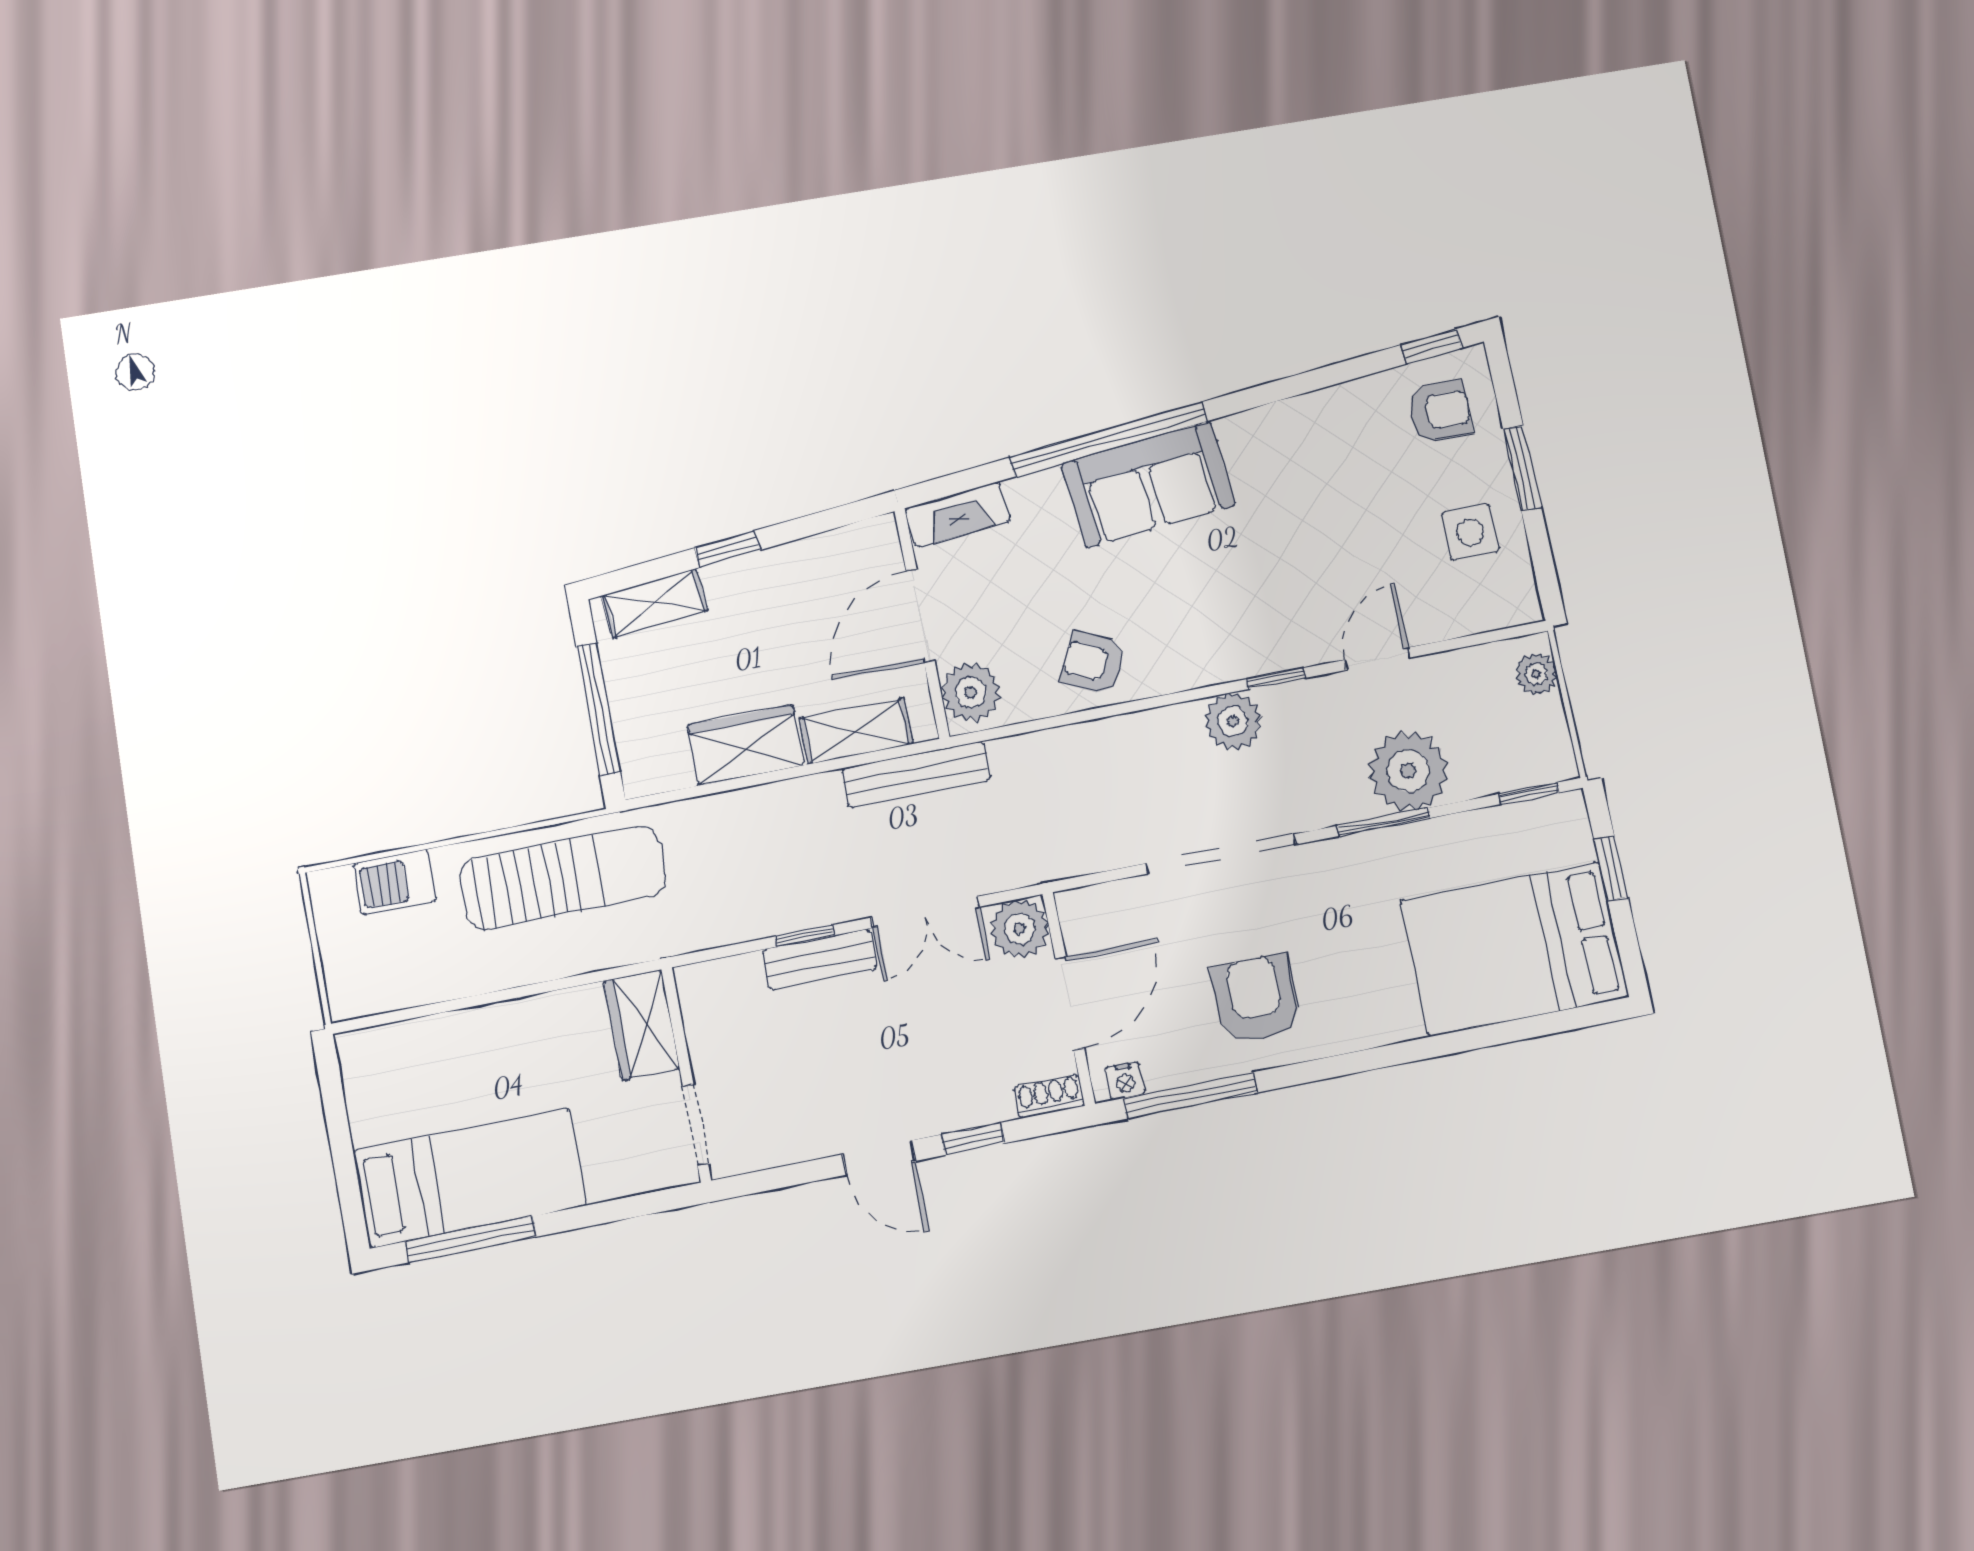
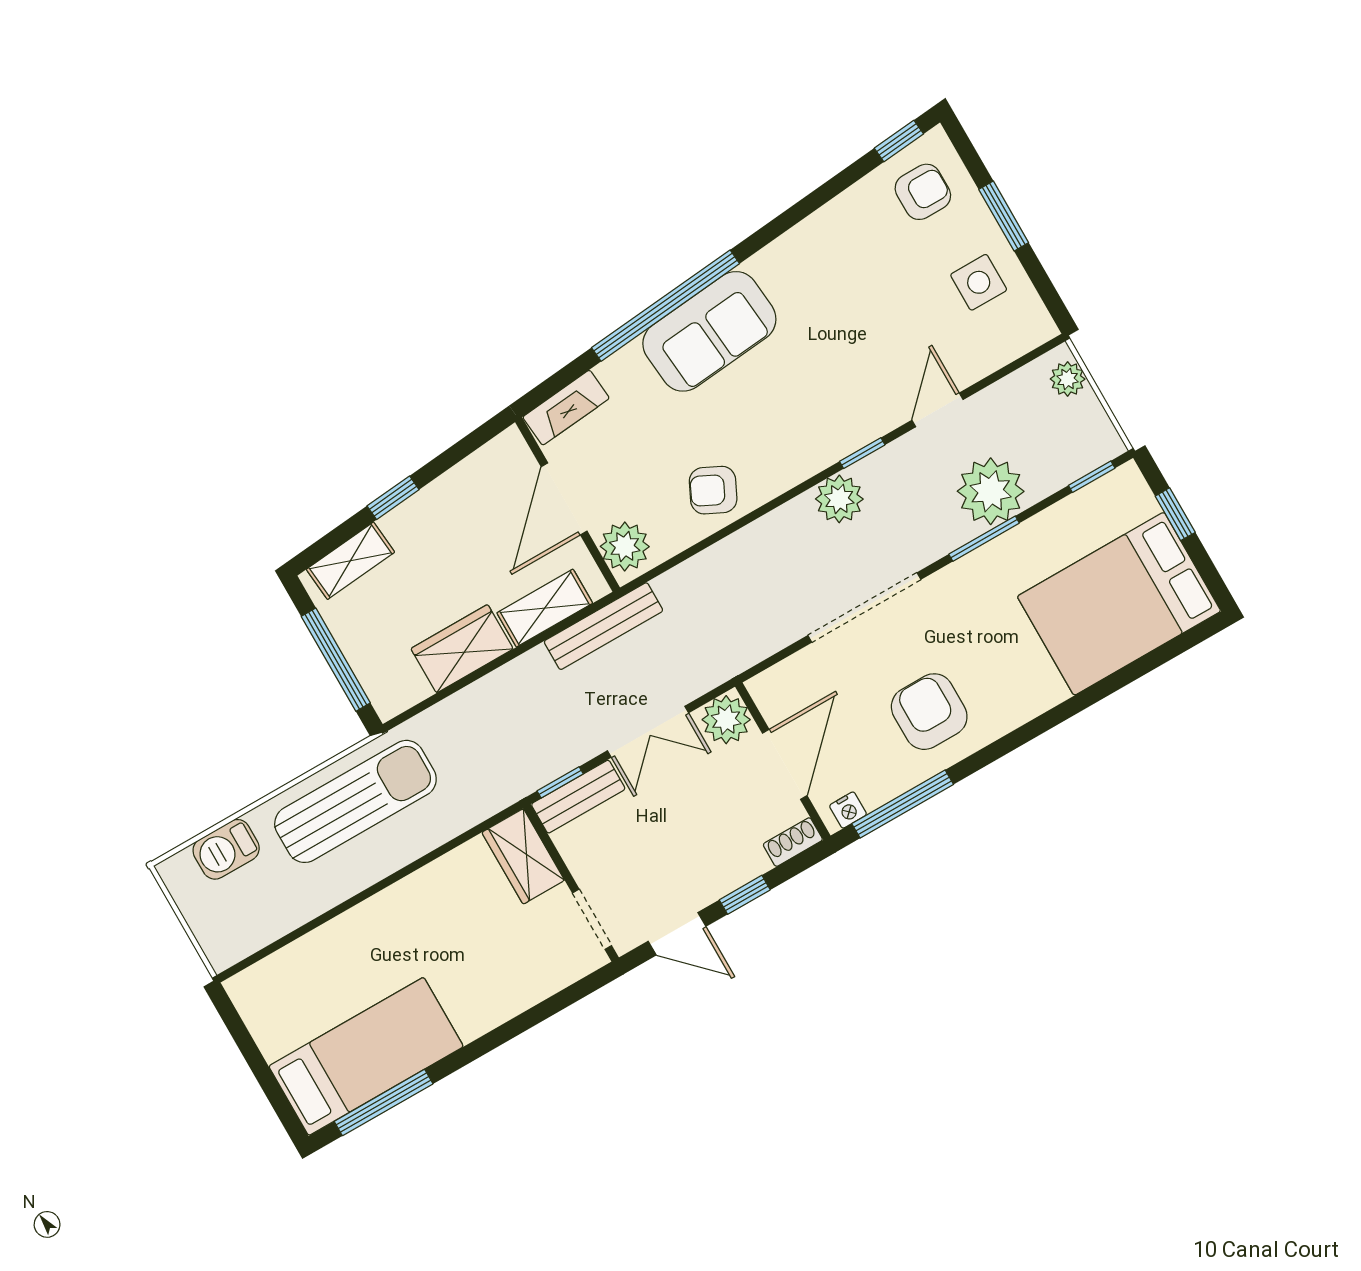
wardrobe: (642, 1025) -> (523, 856), moved
wall: (686, 1074) -> (571, 883), moved
doorway: (696, 1125) -> (592, 919), moved

